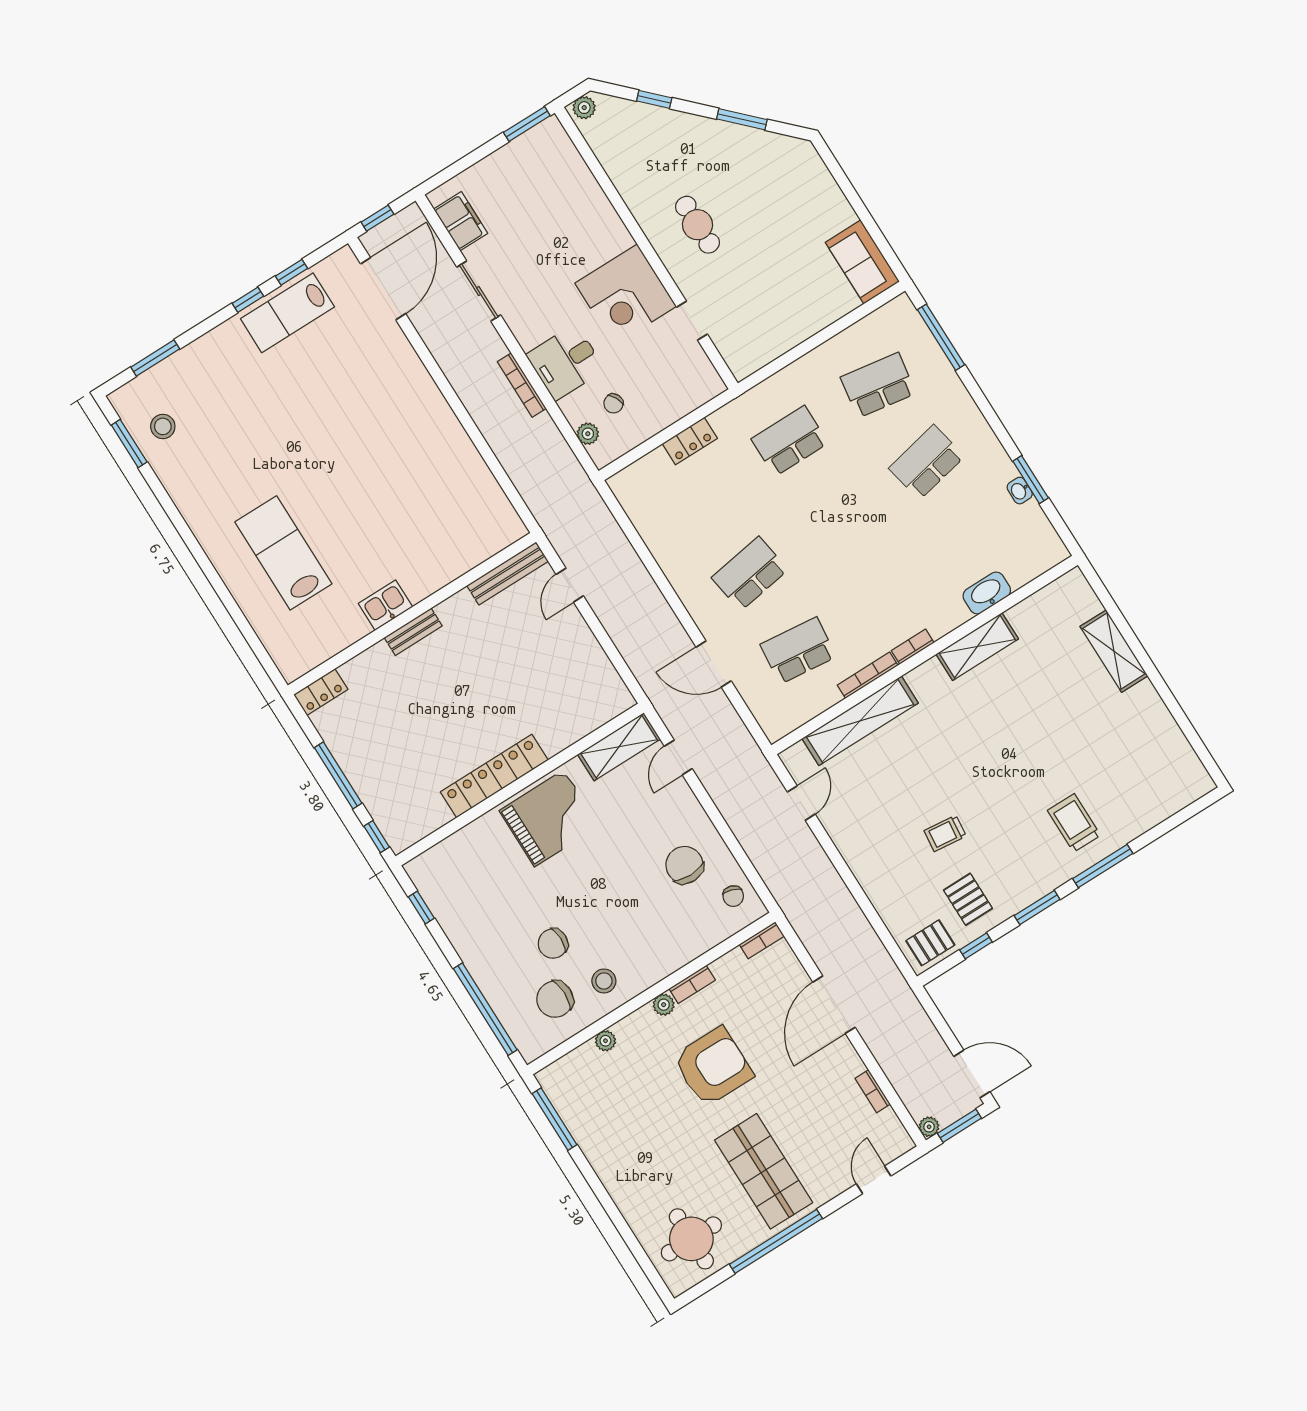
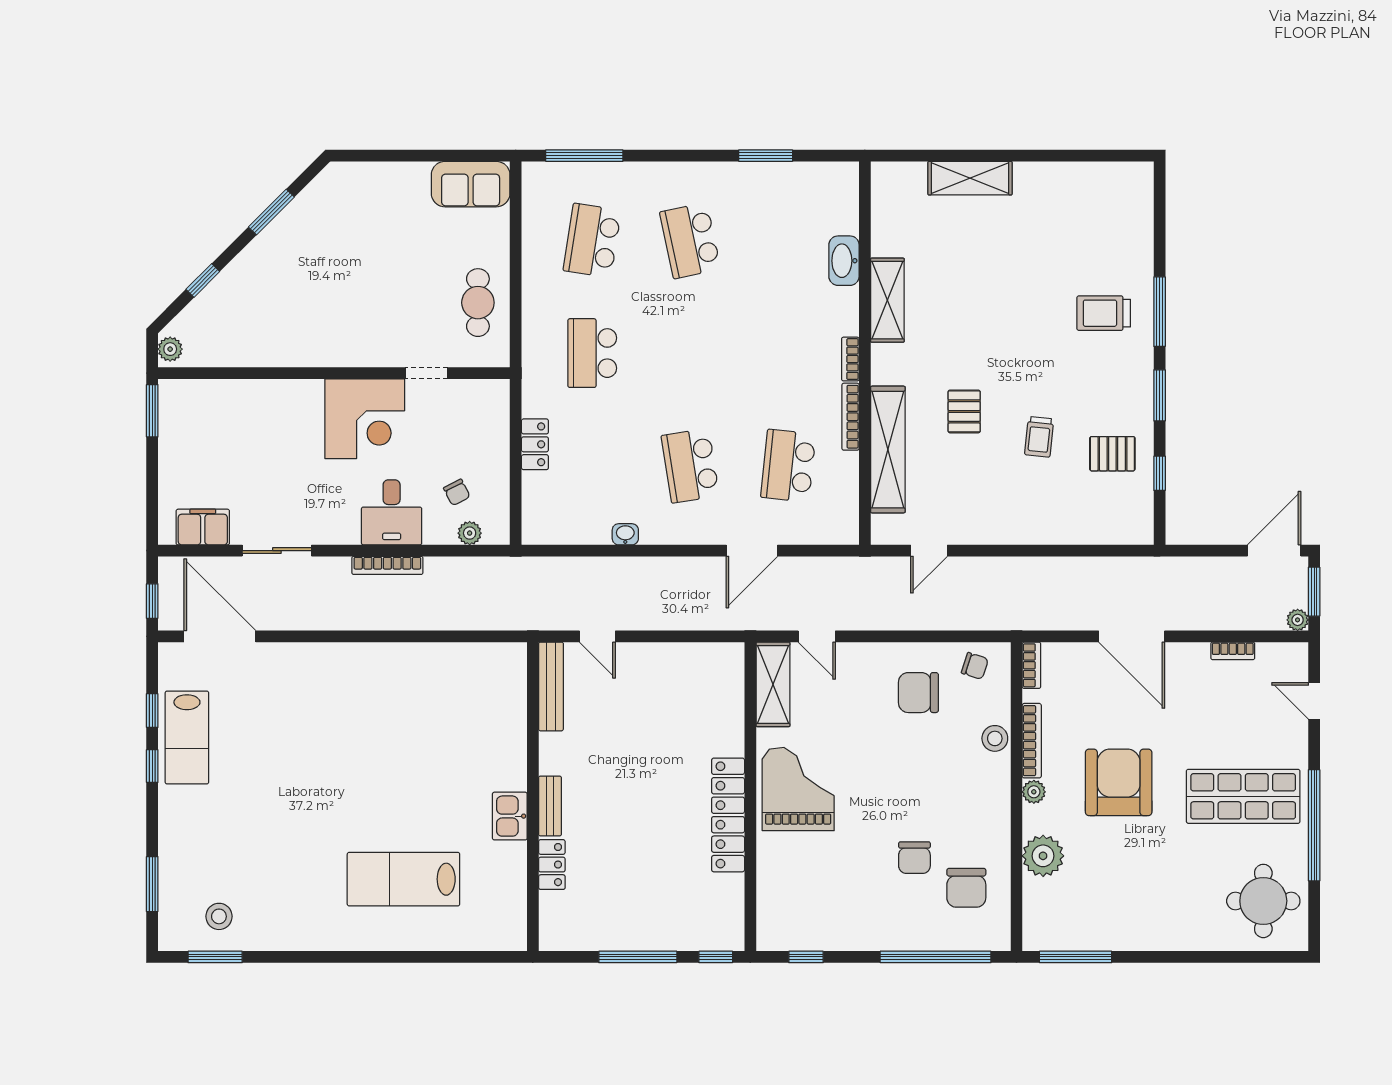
cafe table: (697, 225) -> (478, 303), moved, turned 90
washbasin: (1020, 491) -> (625, 534), moved, turned 180
locker: (321, 692) -> (552, 865), moved
door: (801, 803) -> (929, 551), swing flipped
pallet: (930, 943) -> (964, 411), moved
stool: (604, 981) -> (995, 738), moved
bookcase: (692, 984) -> (1032, 741), width x1.56
plant: (605, 1041) -> (1043, 856), width x1.87, depth x1.87

